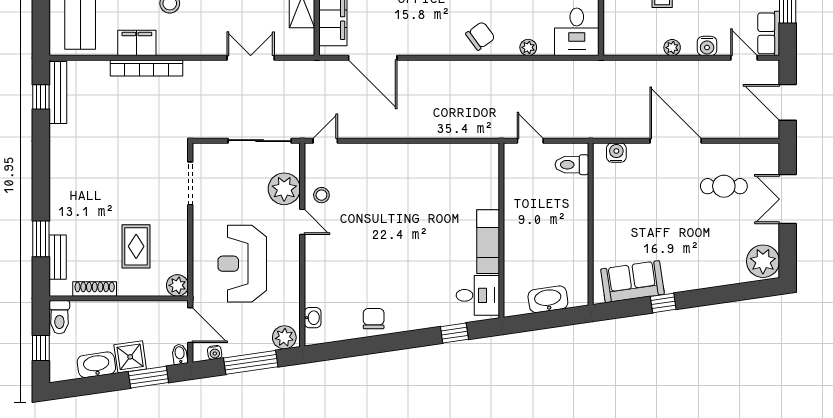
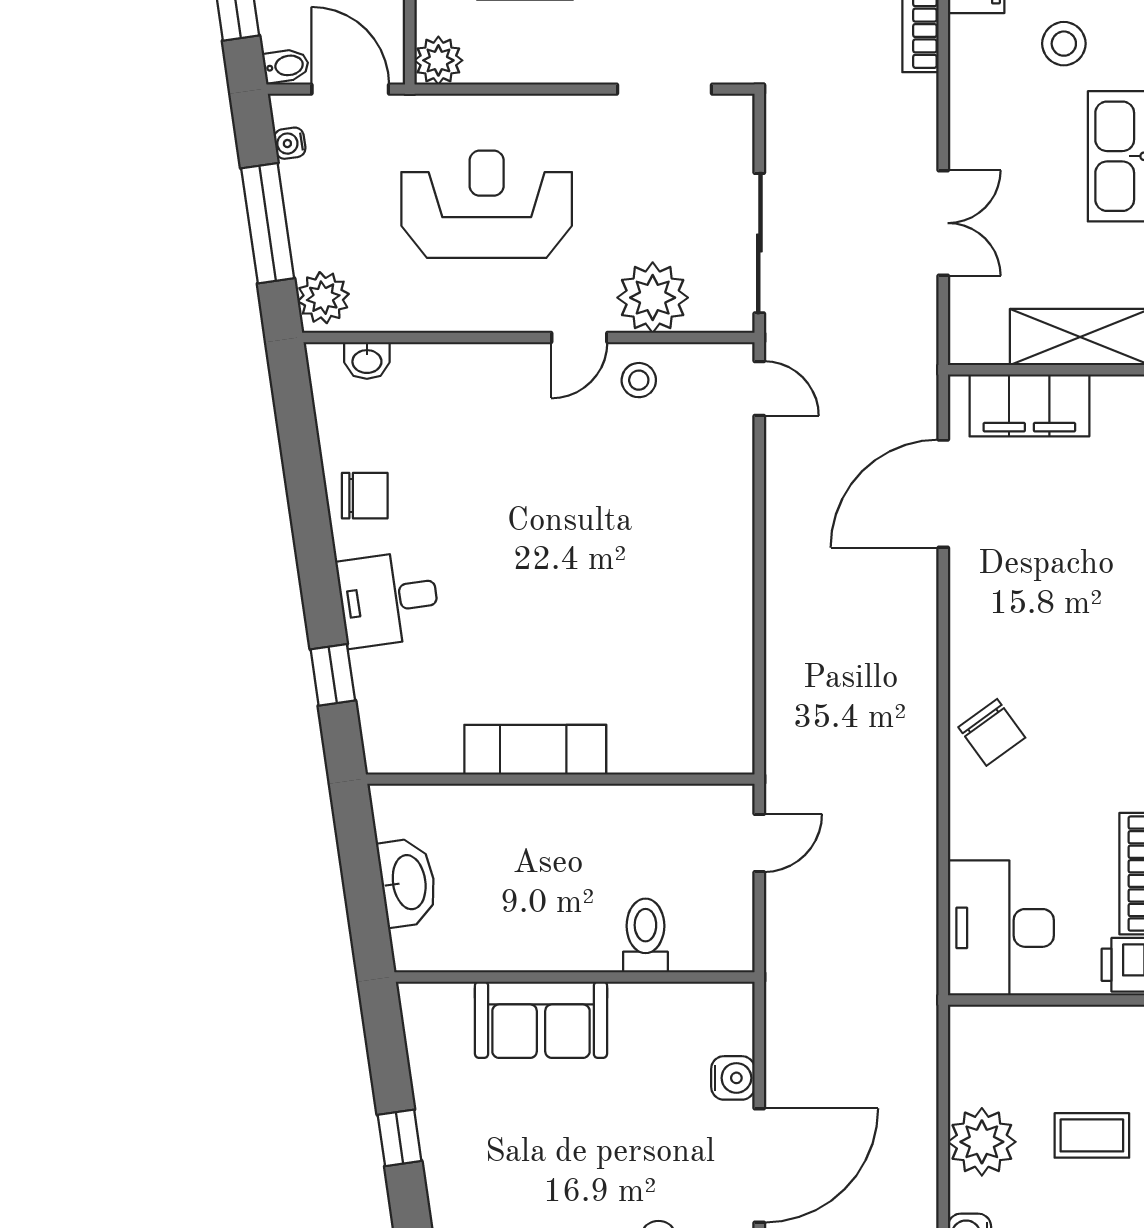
desk: (577, 32) -> (1001, 928), width x1.37
plant: (528, 47) -> (966, 839), removed
plant: (672, 48) -> (982, 1142), width x1.88, depth x1.88
water cooler: (616, 153) -> (733, 1078), moved
toilet: (572, 165) -> (645, 935), moved
sofa: (632, 282) -> (541, 1020), moved, turned 98
desk: (478, 295) -> (389, 599), moved, turned 82
door: (190, 325) -> (350, 89), swing flipped

